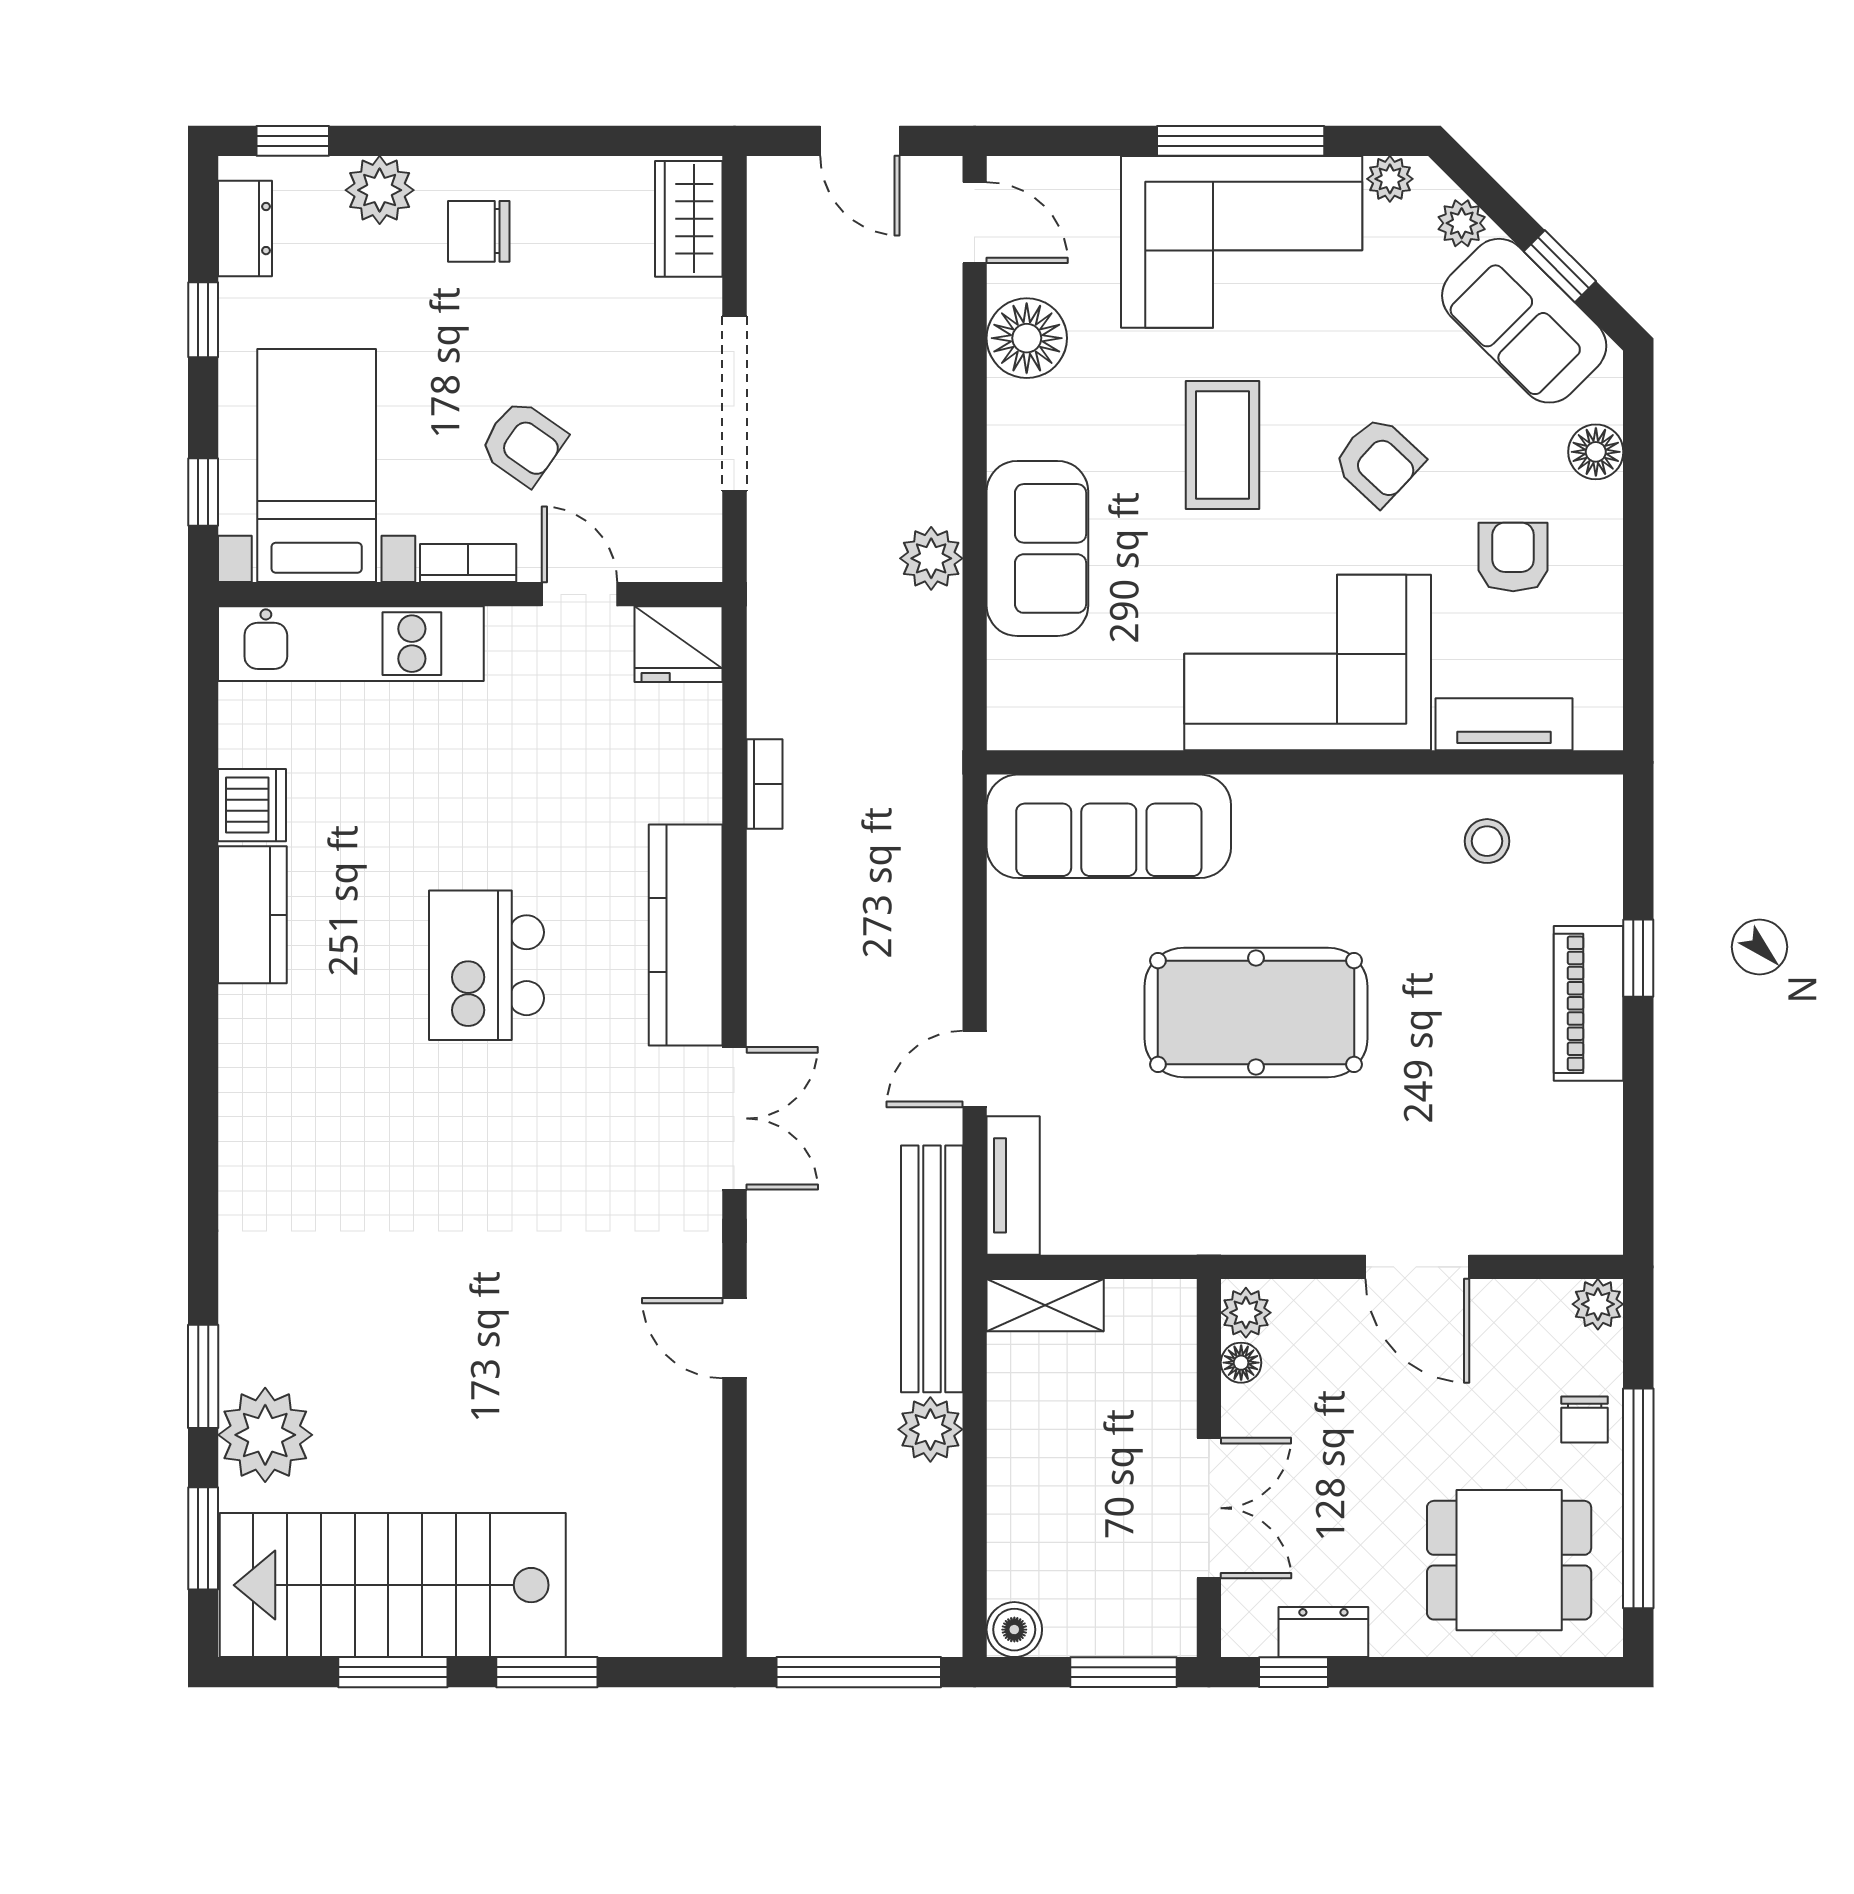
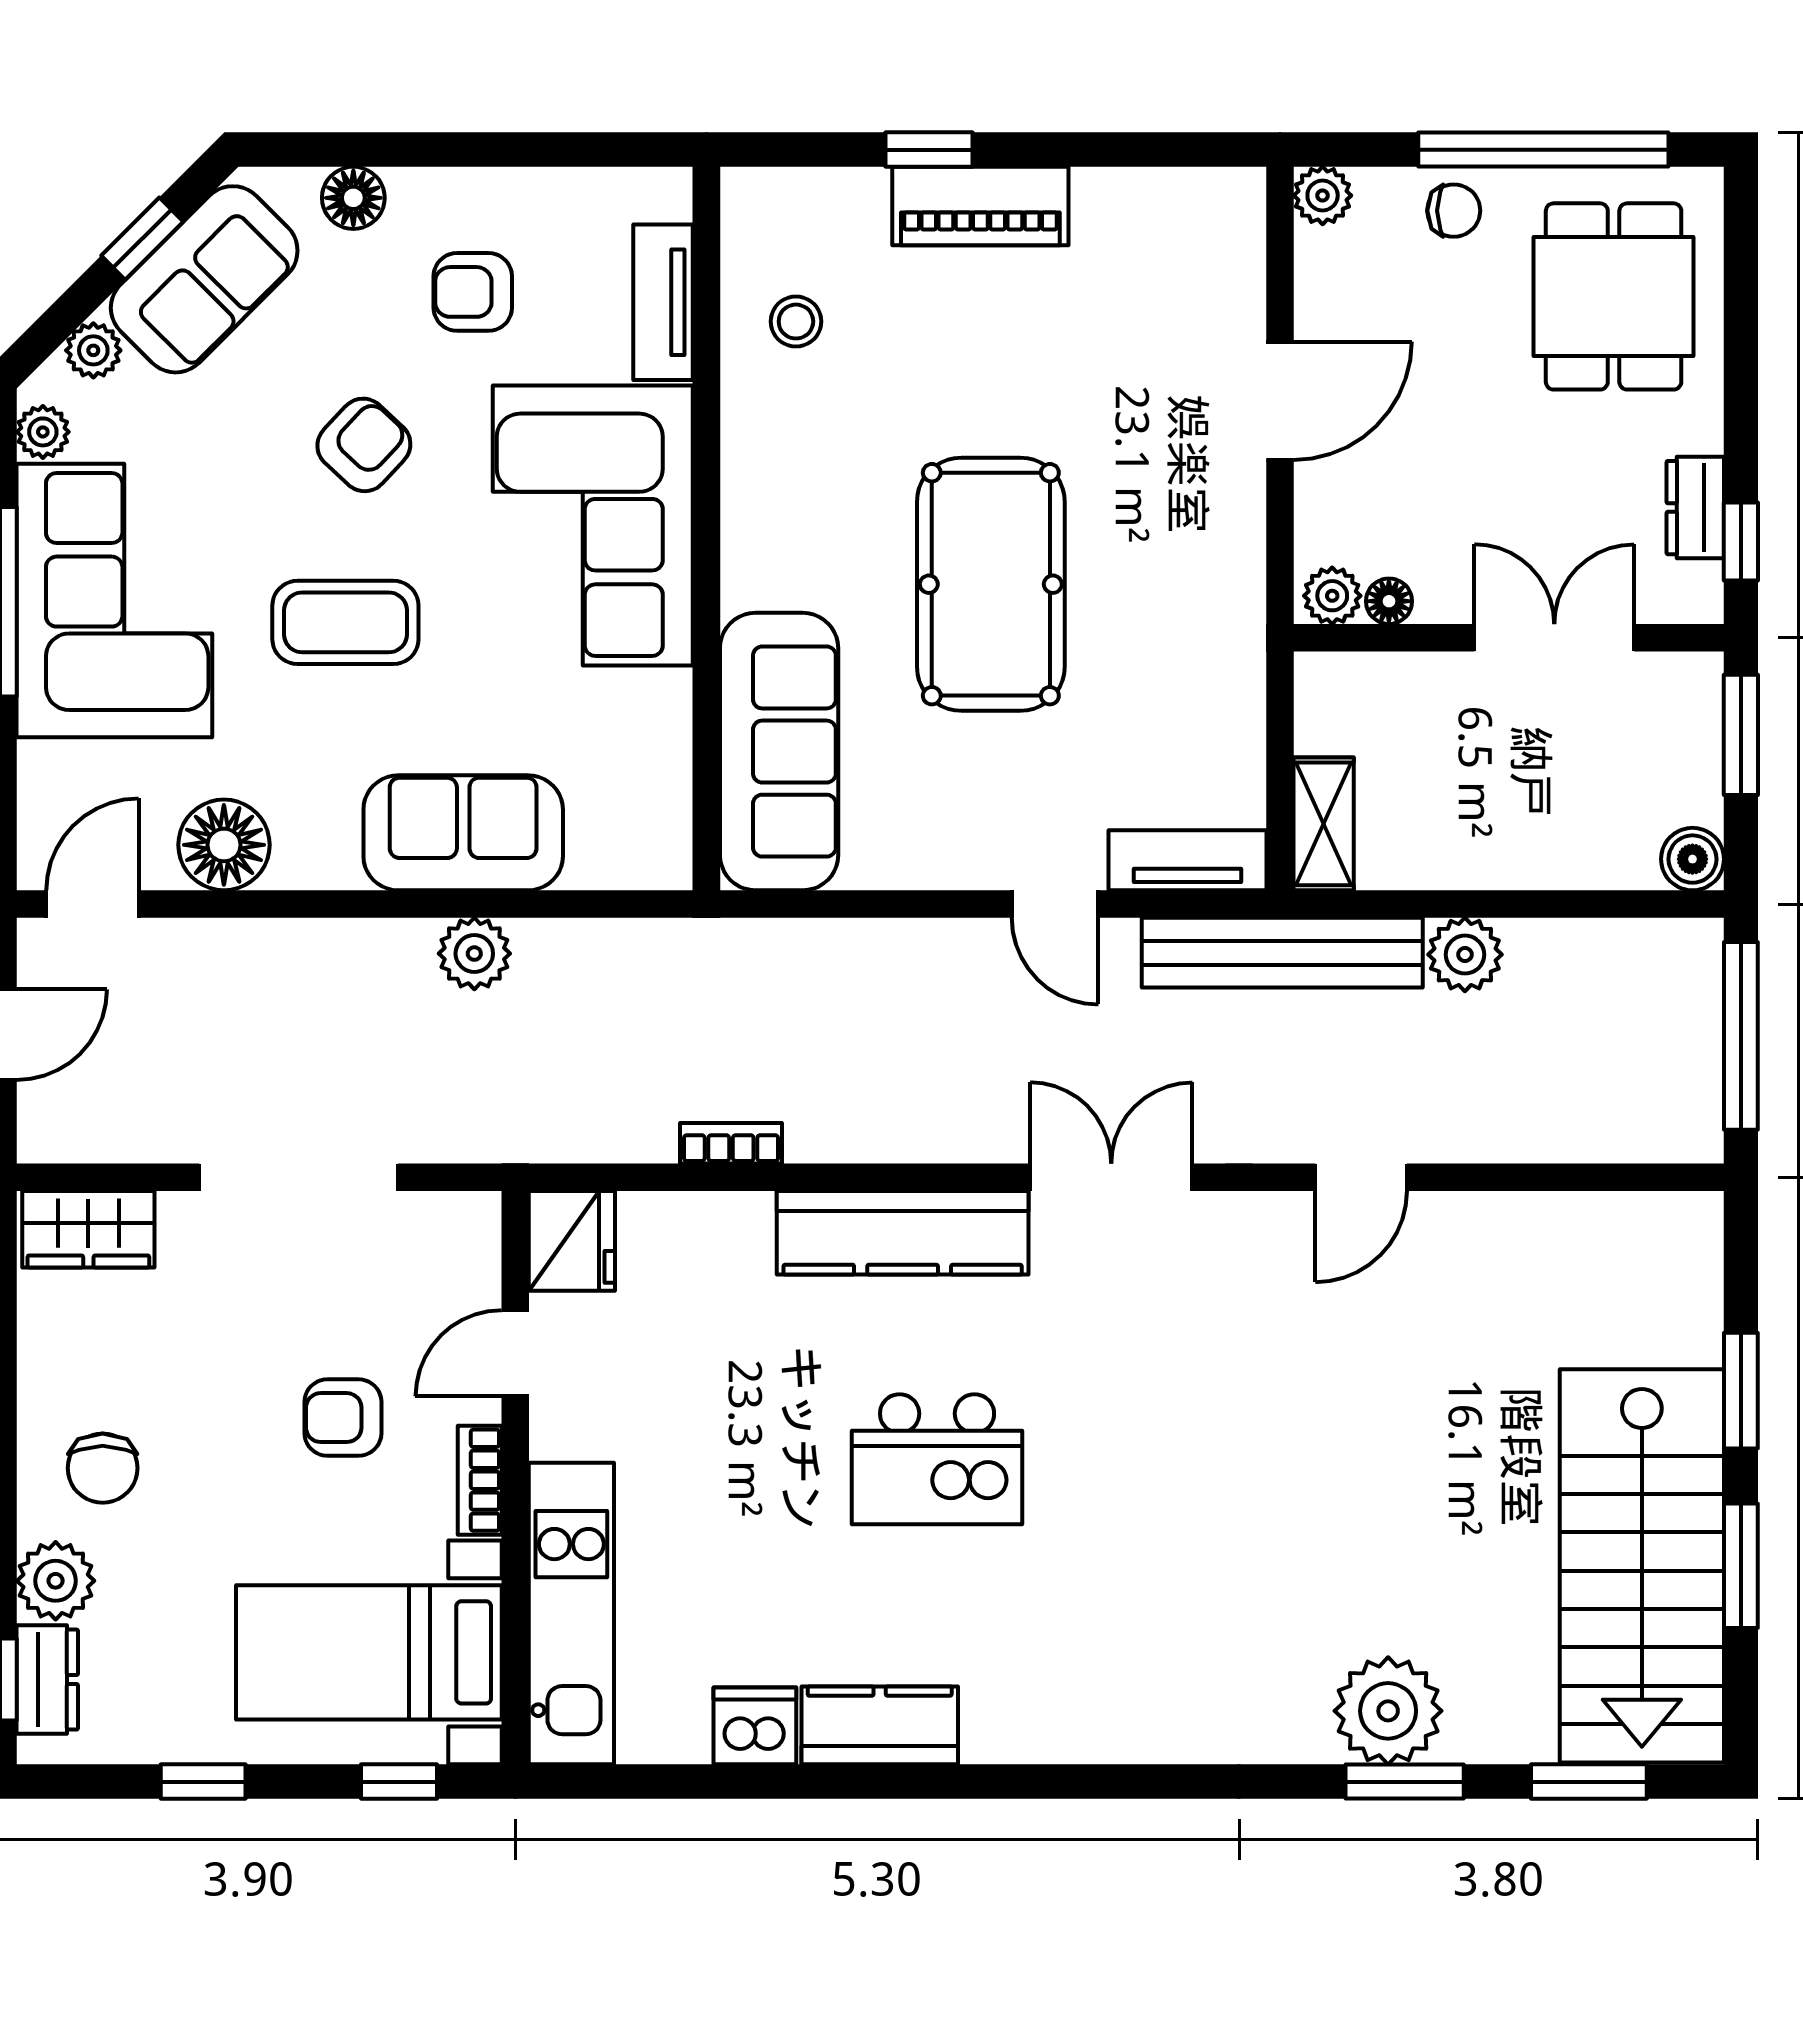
dresser: (245, 229) -> (47, 1680), moved, turned 90
armchair: (523, 443) -> (343, 1418), turned -125
plant: (265, 1435) -> (1388, 1711), moved

